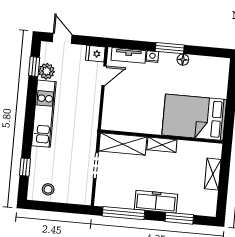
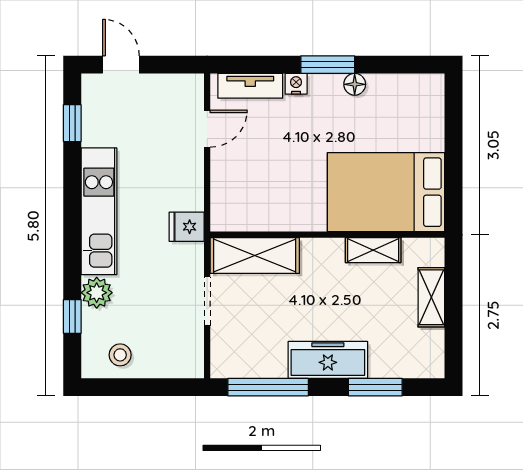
fridge: (95, 54) -> (187, 227), moved
plant: (47, 71) -> (97, 293), moved
shelving: (162, 145) -> (373, 250), moved

